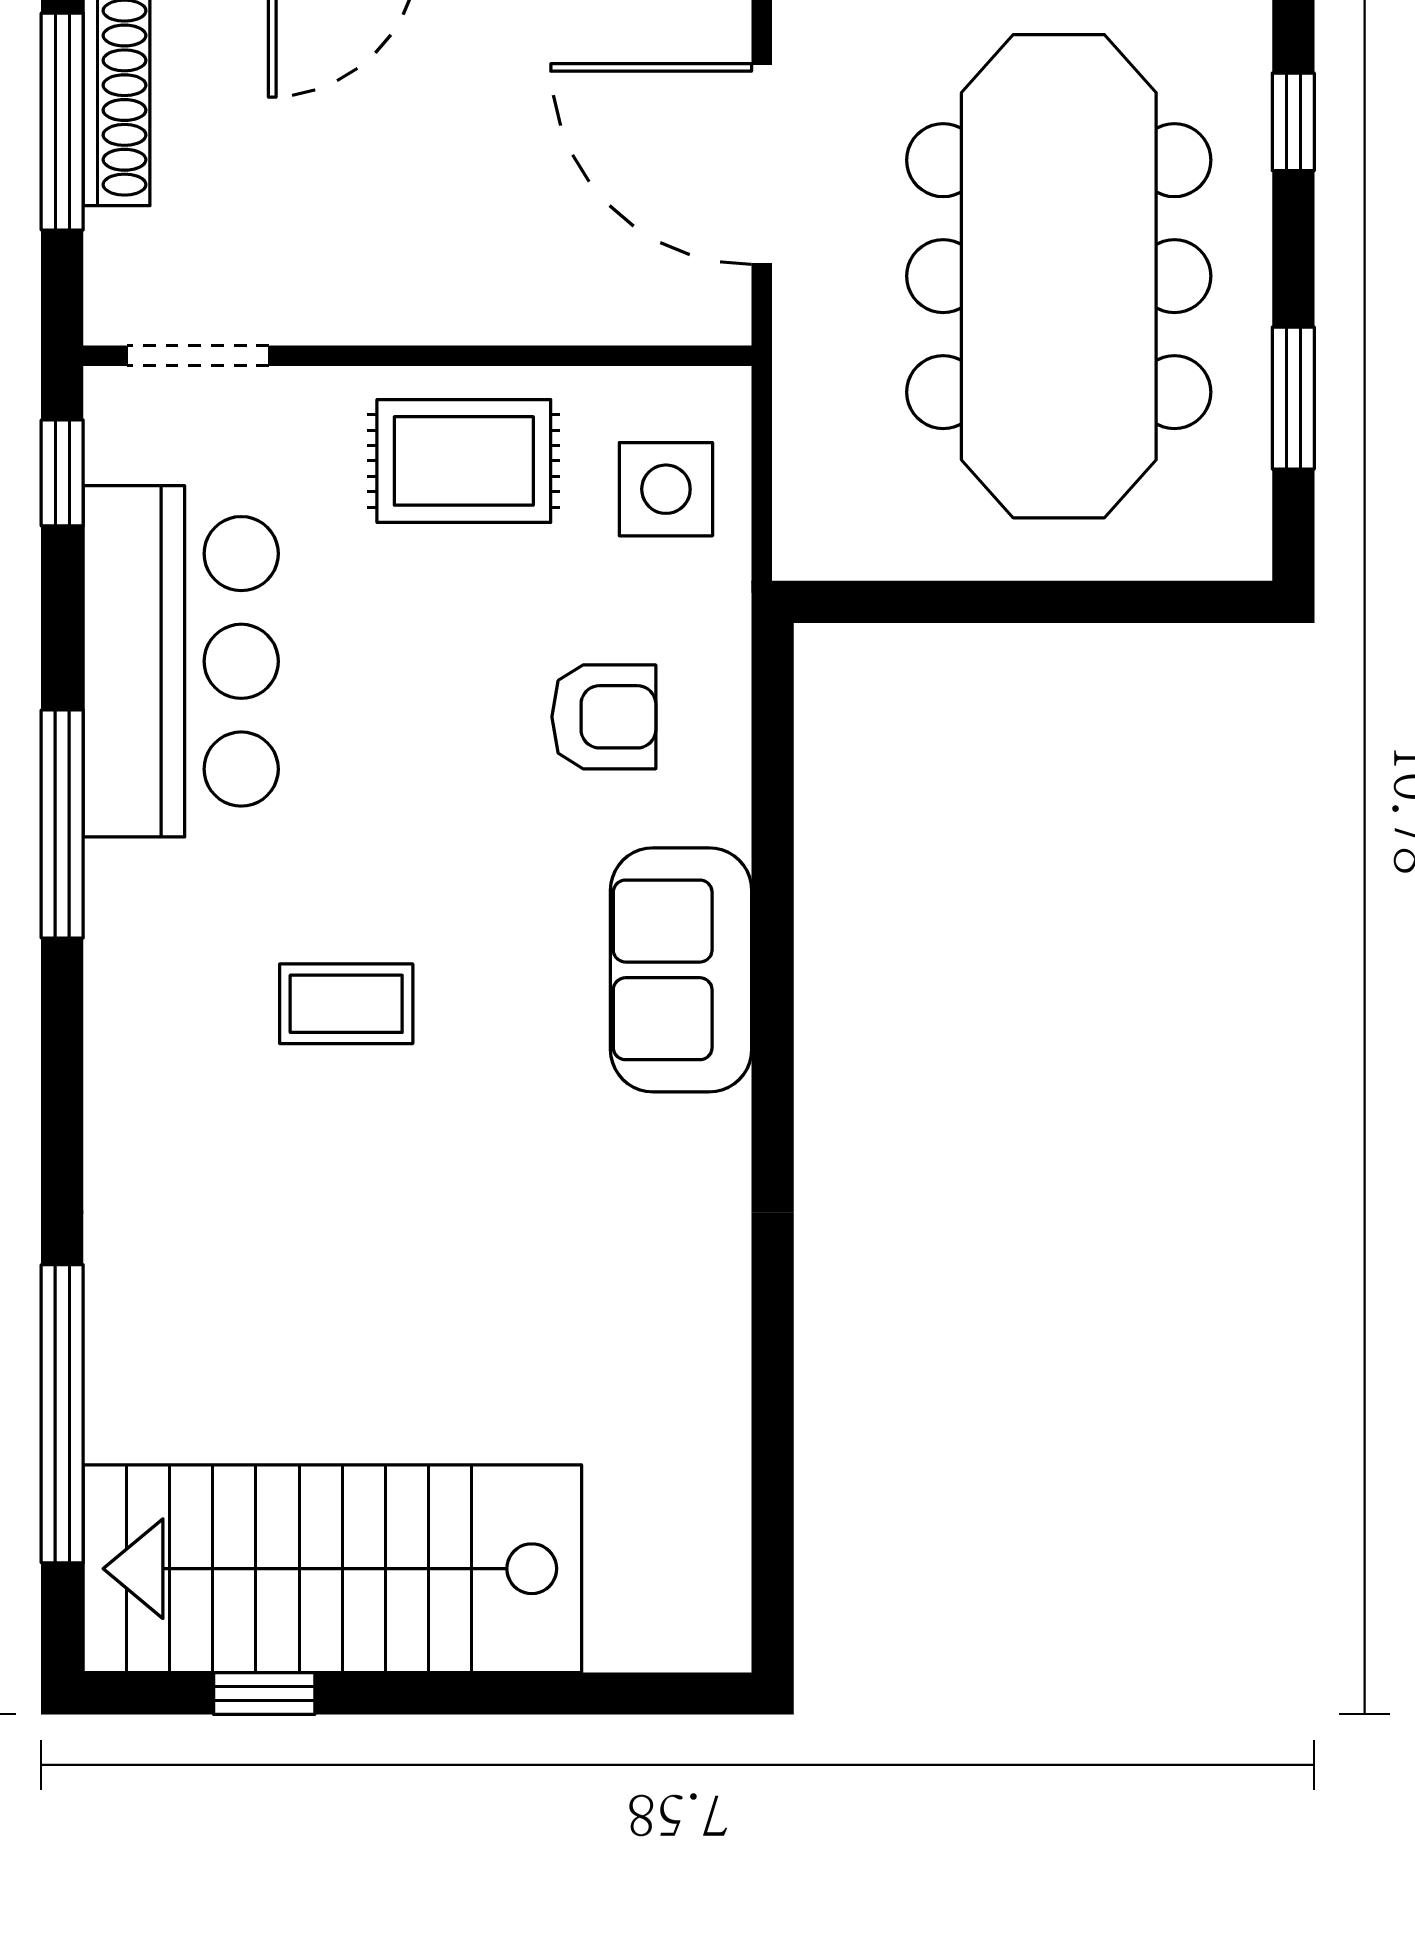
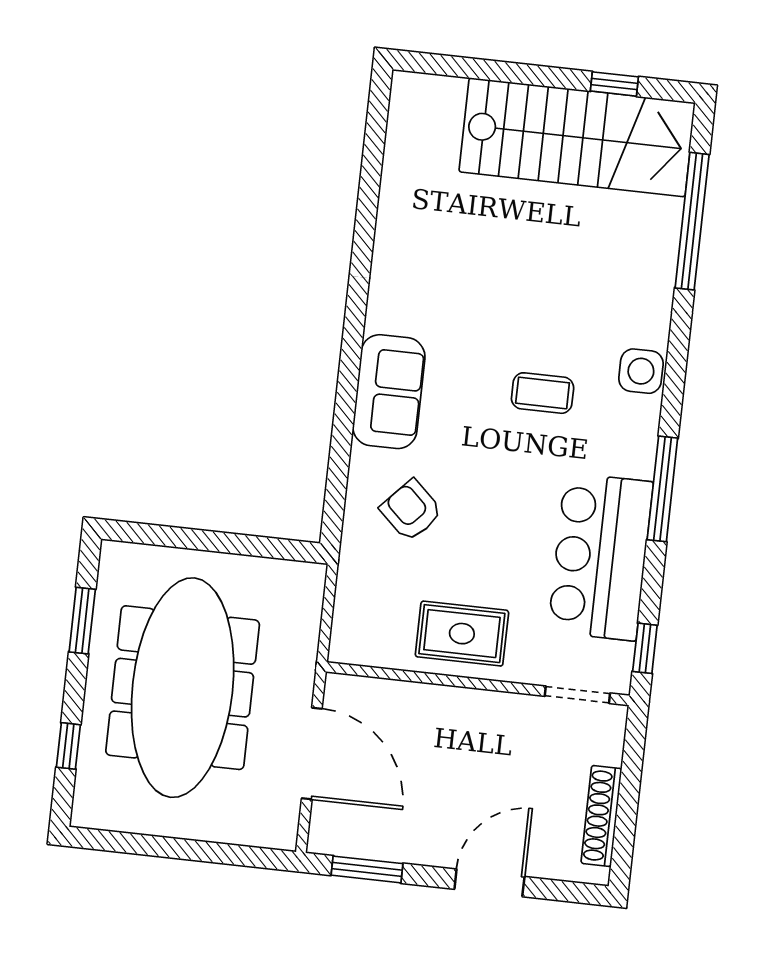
window: (62, 122) -> (627, 808), removed
side table: (666, 489) -> (641, 371), moved
armchair: (604, 717) -> (411, 510), turned 43

